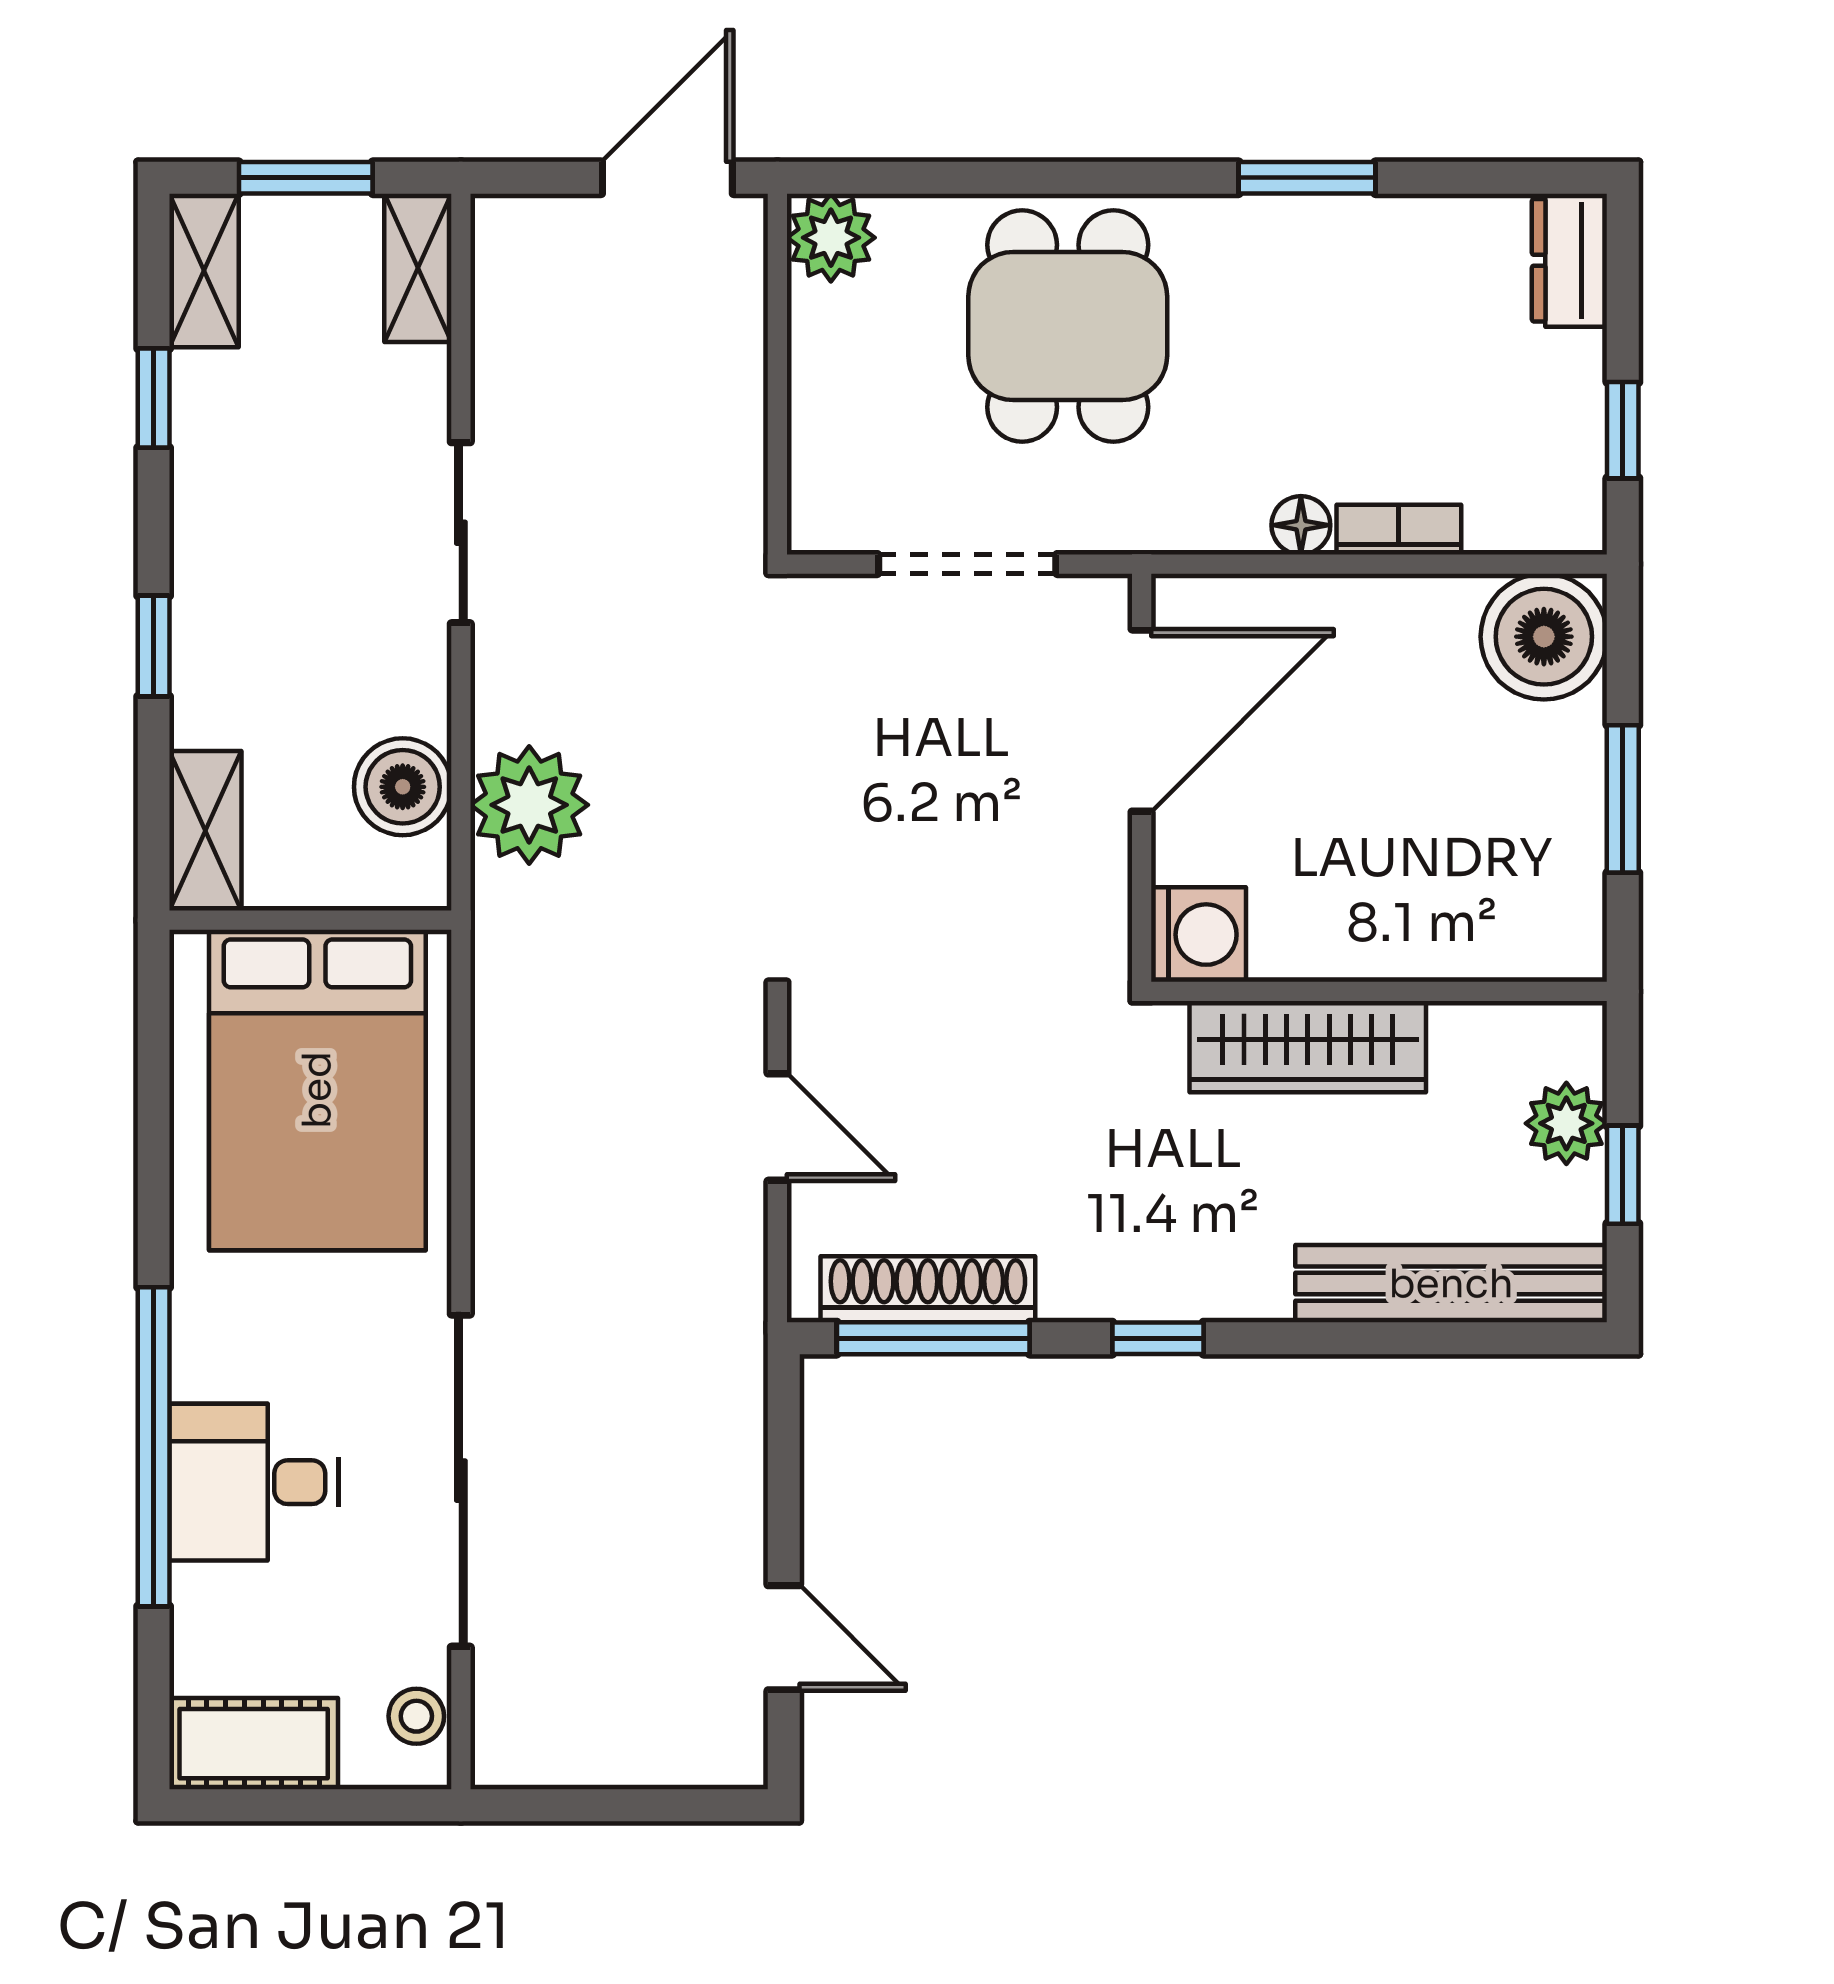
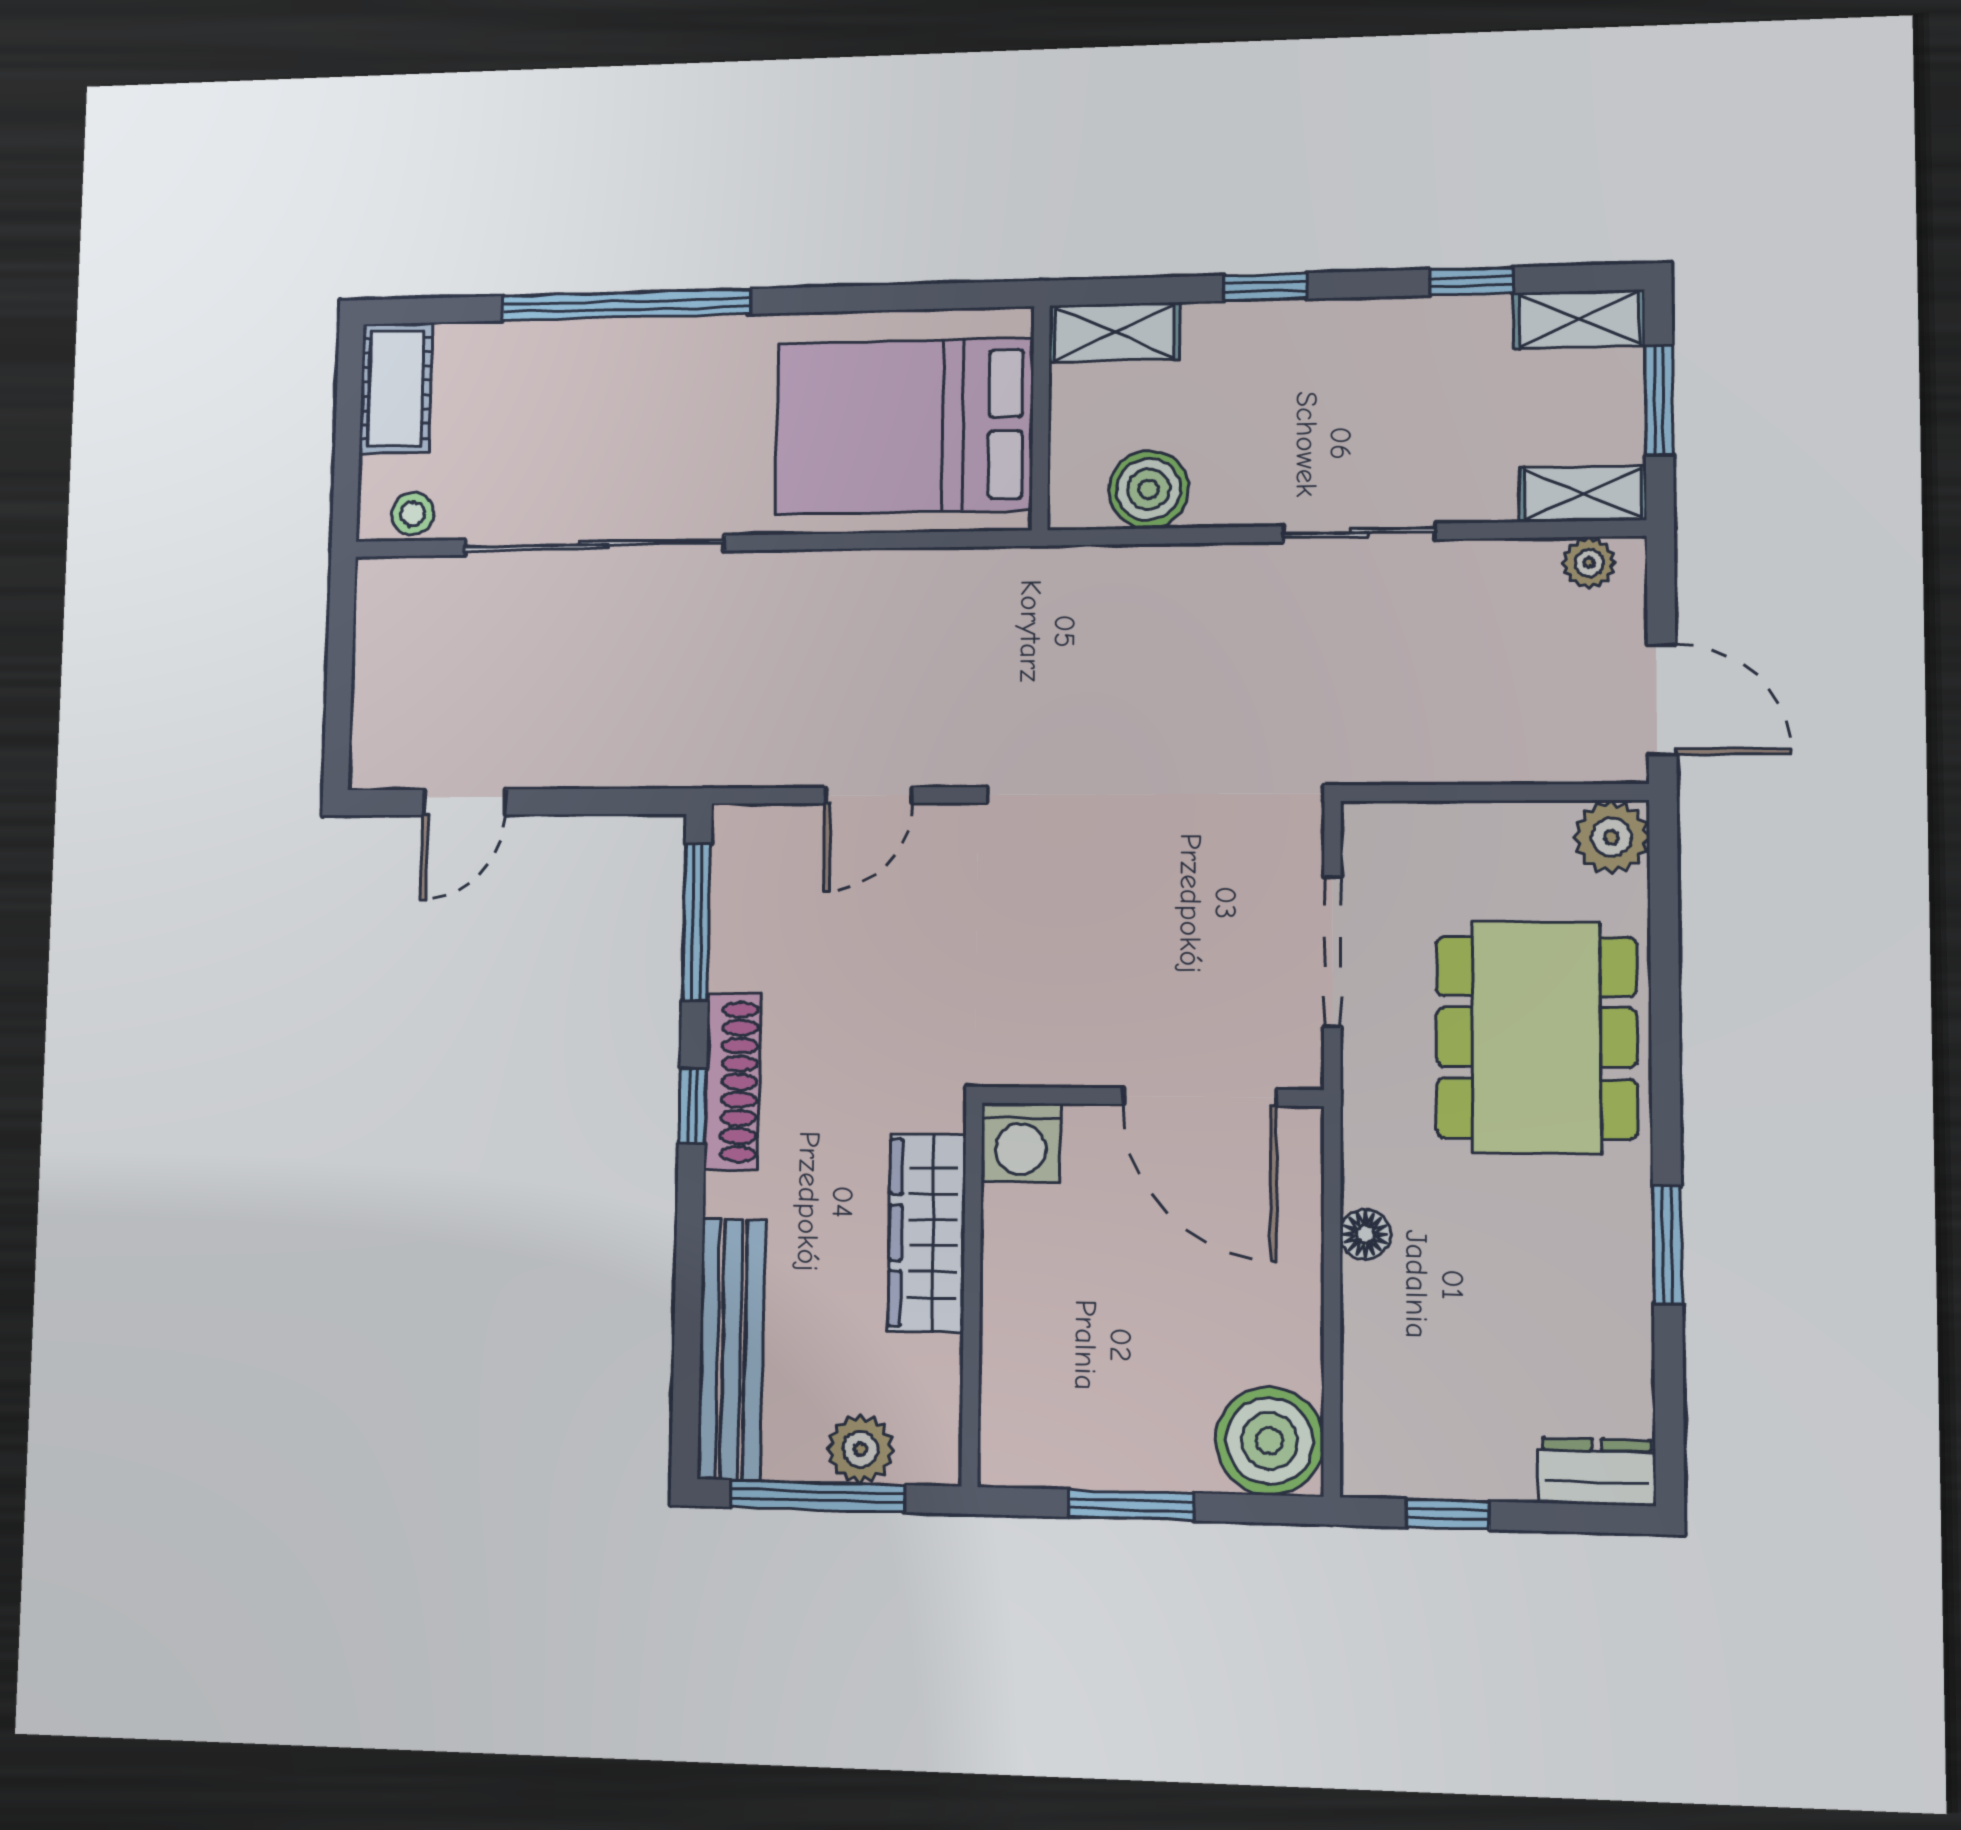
dining table: (1068, 326) -> (1536, 1037), width x1.38
bookcase: (1399, 530) -> (1362, 1318), removed
plant: (529, 805) -> (1589, 563), moved, width x0.53, depth x0.53
window: (1623, 1175) -> (817, 1496), width x2.17
shoe rack: (928, 1289) -> (732, 1082), moved
desk: (254, 1482) -> (597, 384), removed

